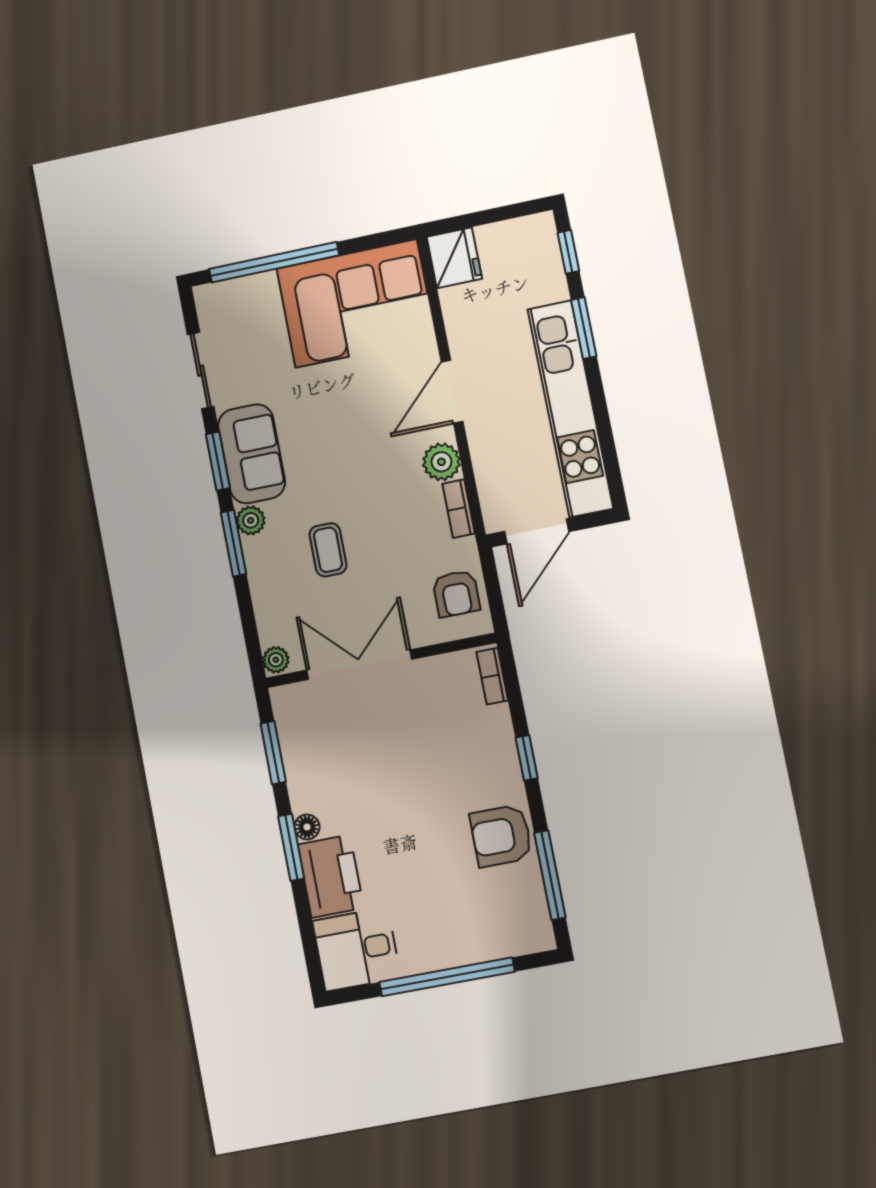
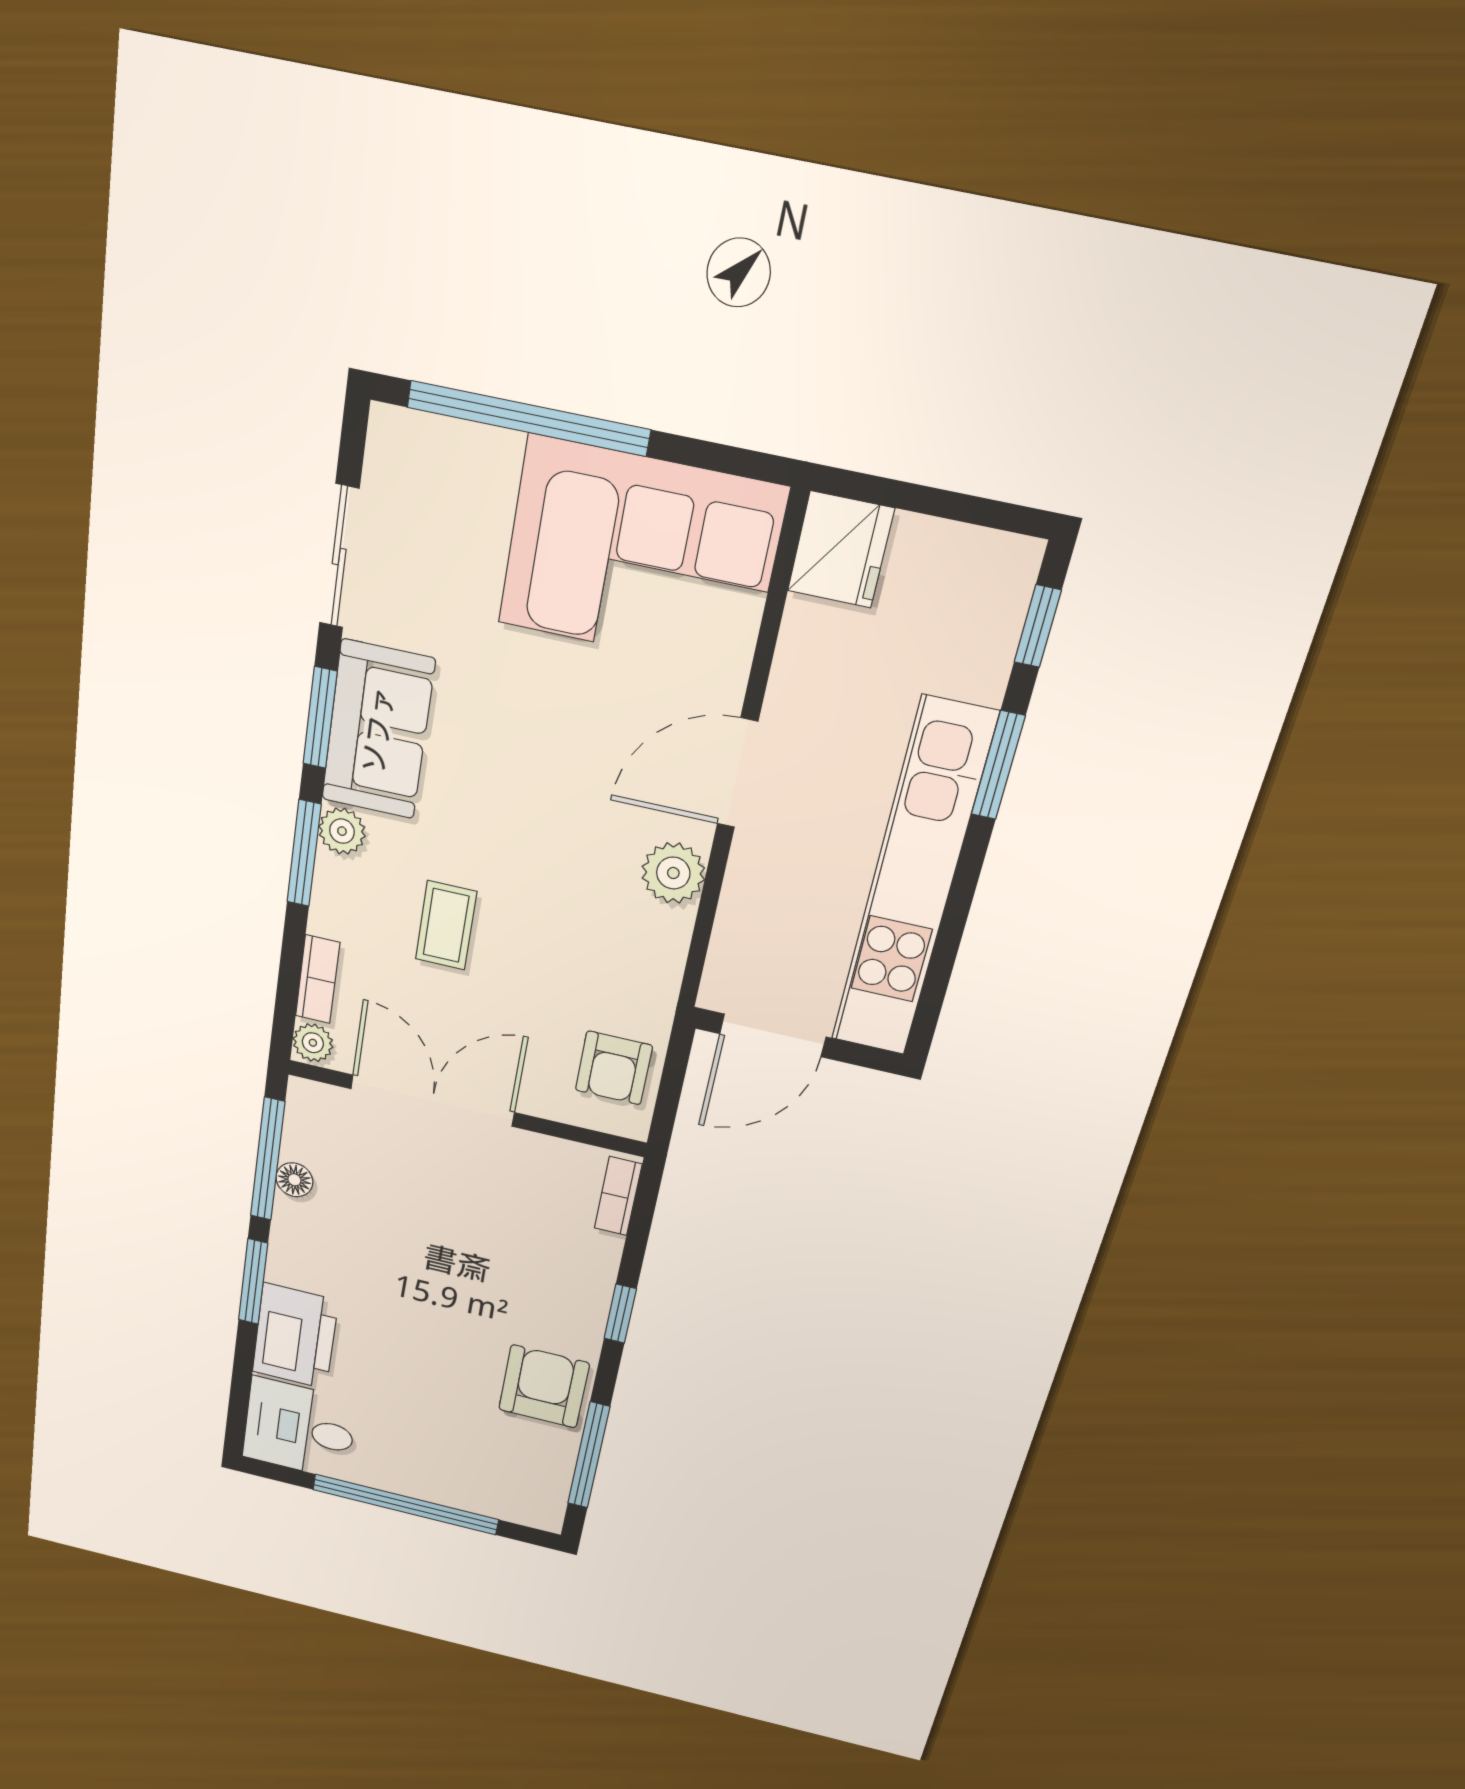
bookcase: (459, 509) -> (318, 979), moved, turned 180
window: (273, 753) -> (268, 1159), width x1.44
floor lamp: (307, 827) -> (294, 1180), moved
armchair: (501, 836) -> (544, 1386), turned 90

